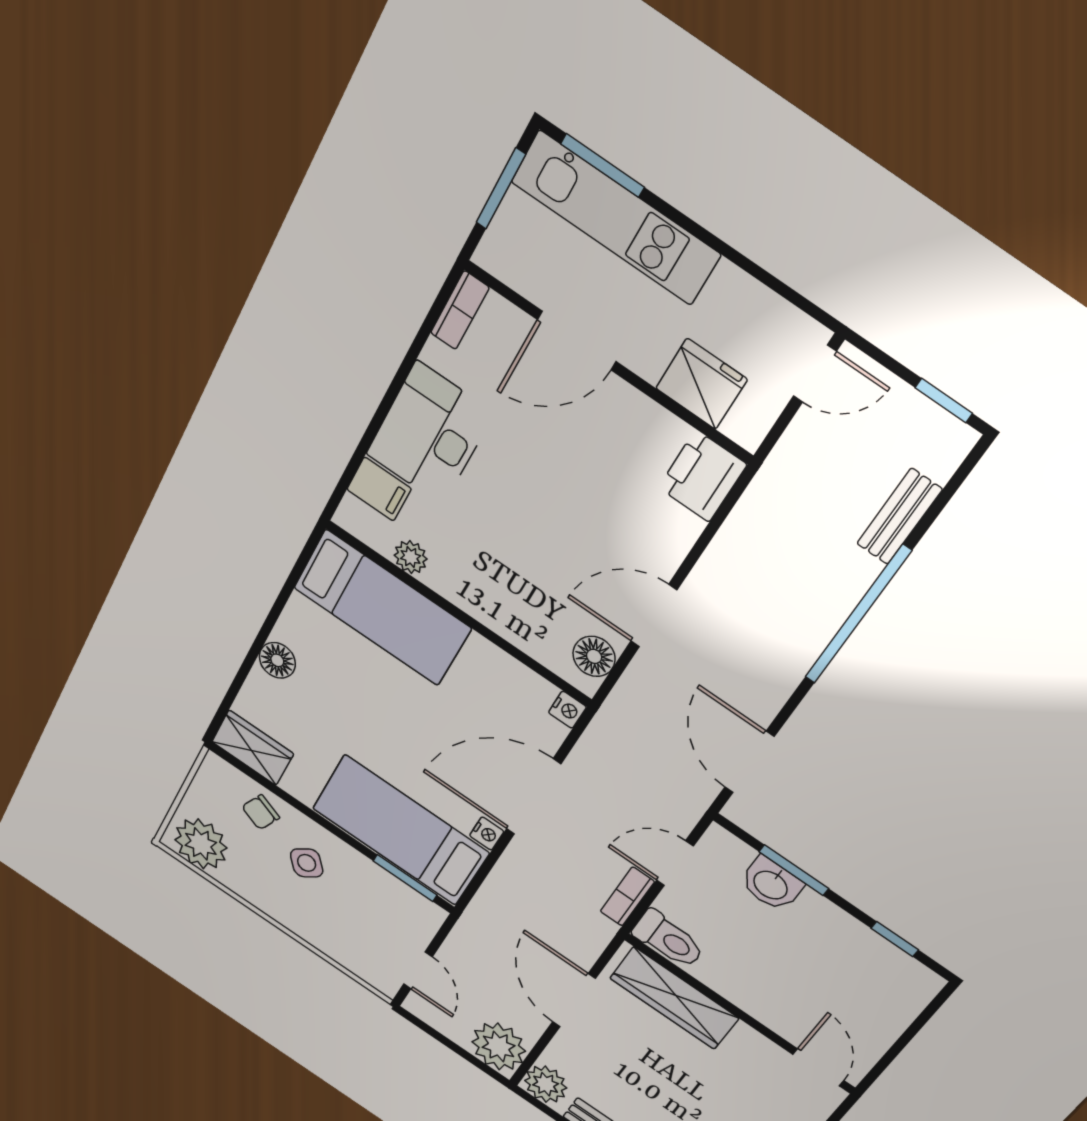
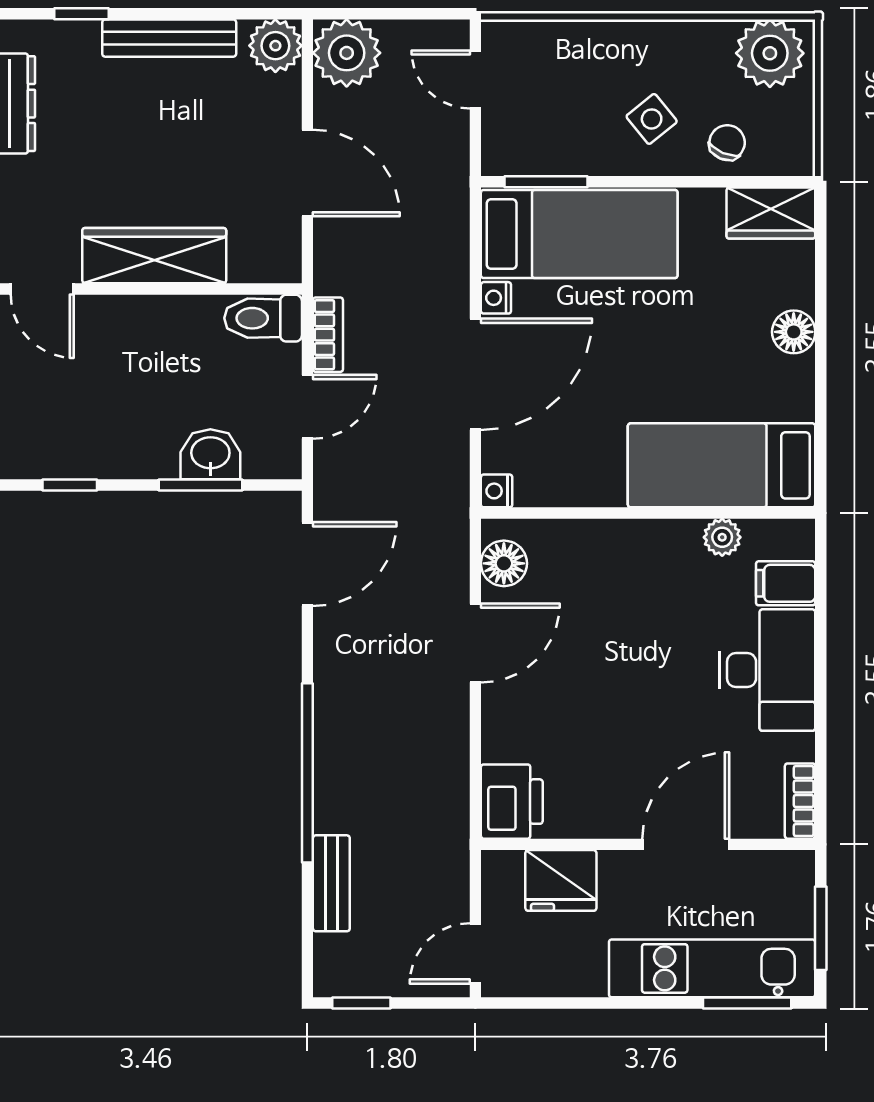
door: (749, 762) -> (307, 564), hinge flipped
wardrobe: (674, 998) -> (154, 256), moved

